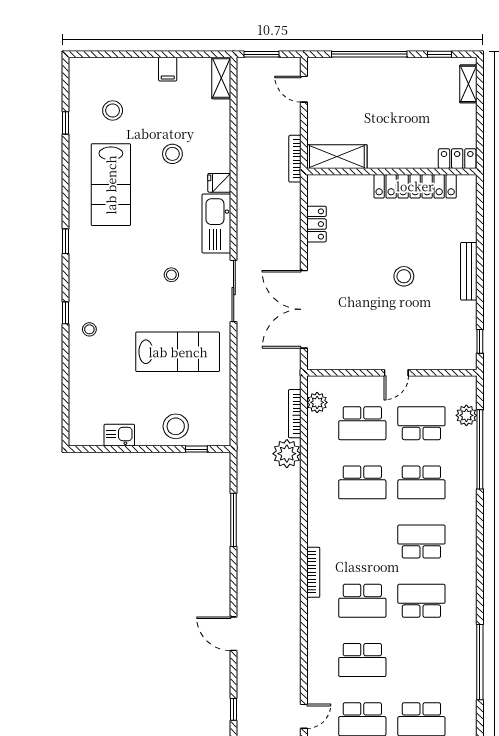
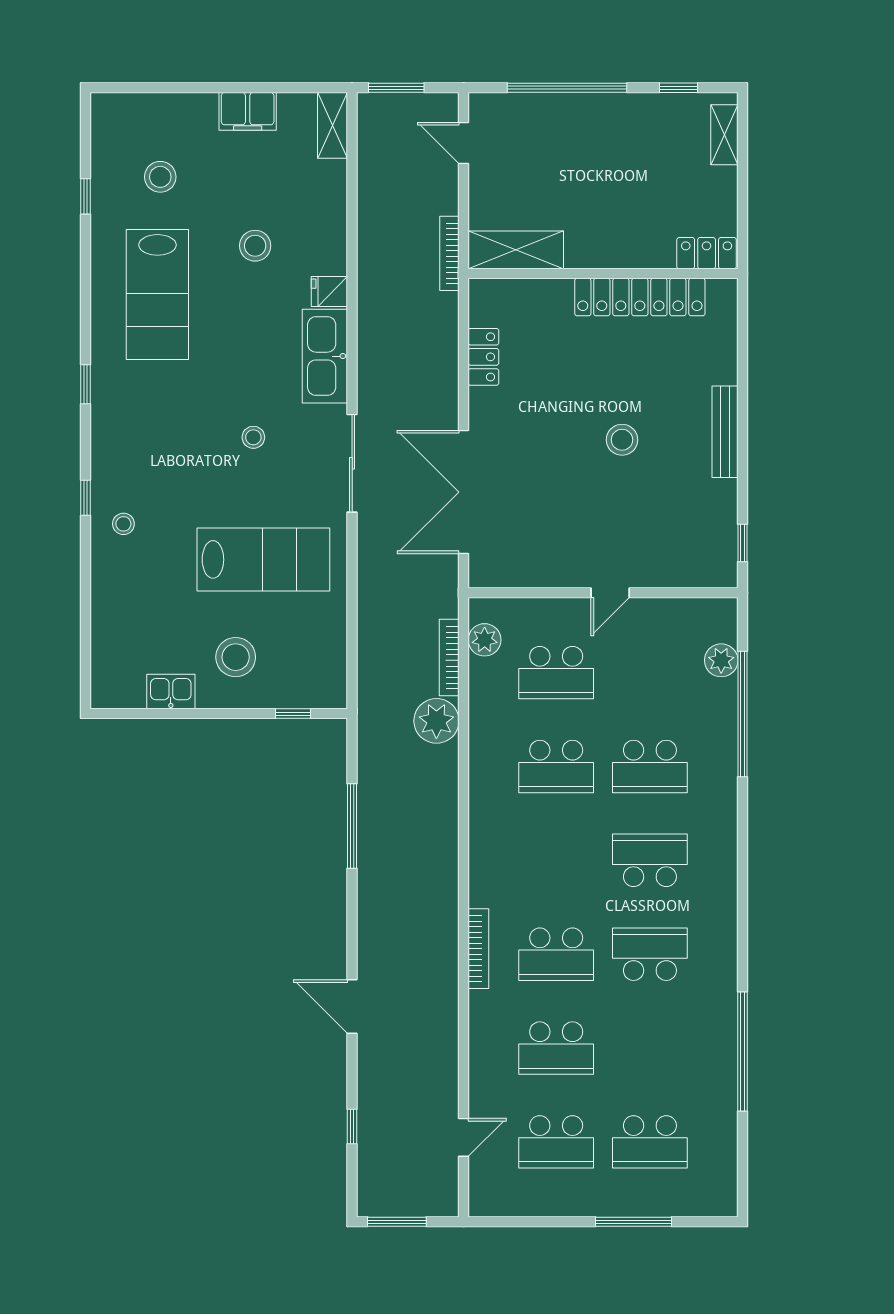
filing cabinet: (168, 69) -> (248, 111), width x2.00
school desk: (421, 423) -> (650, 673), removed
stool: (176, 426) -> (236, 657), moved
bookcase: (313, 572) -> (478, 949), moved

